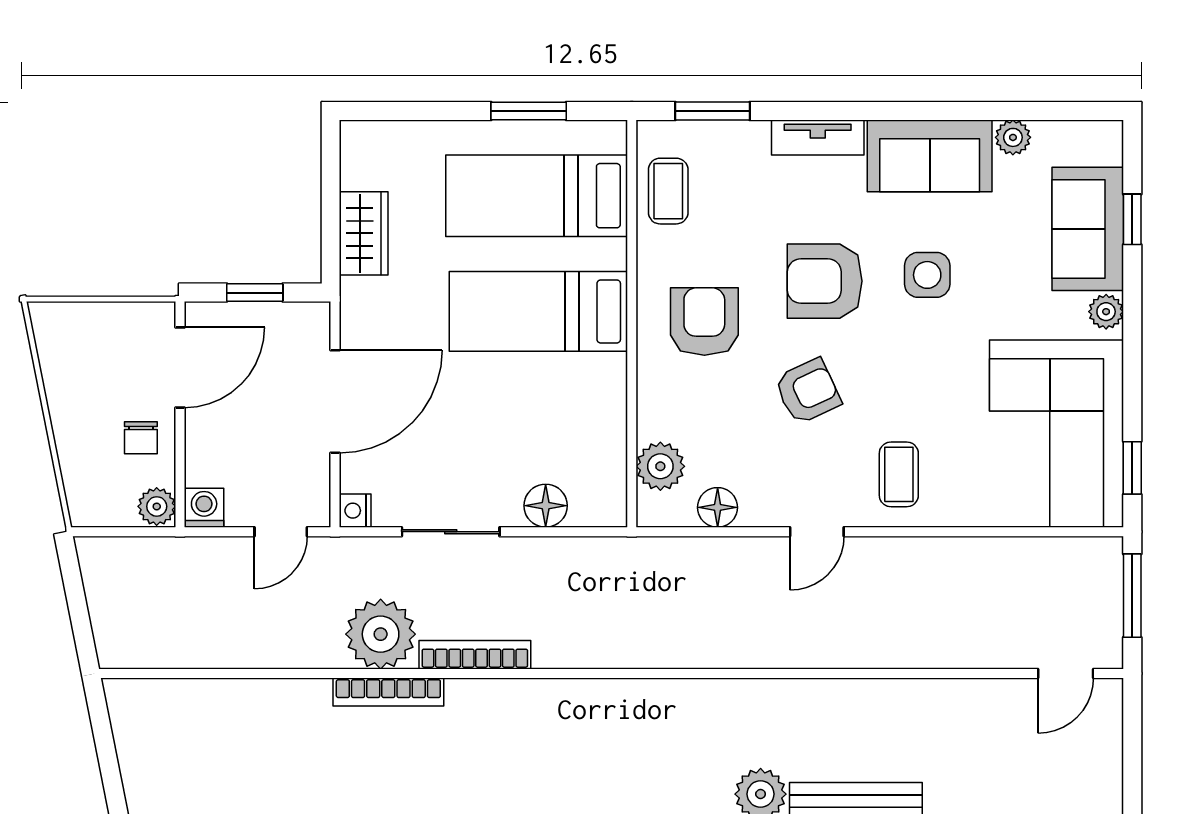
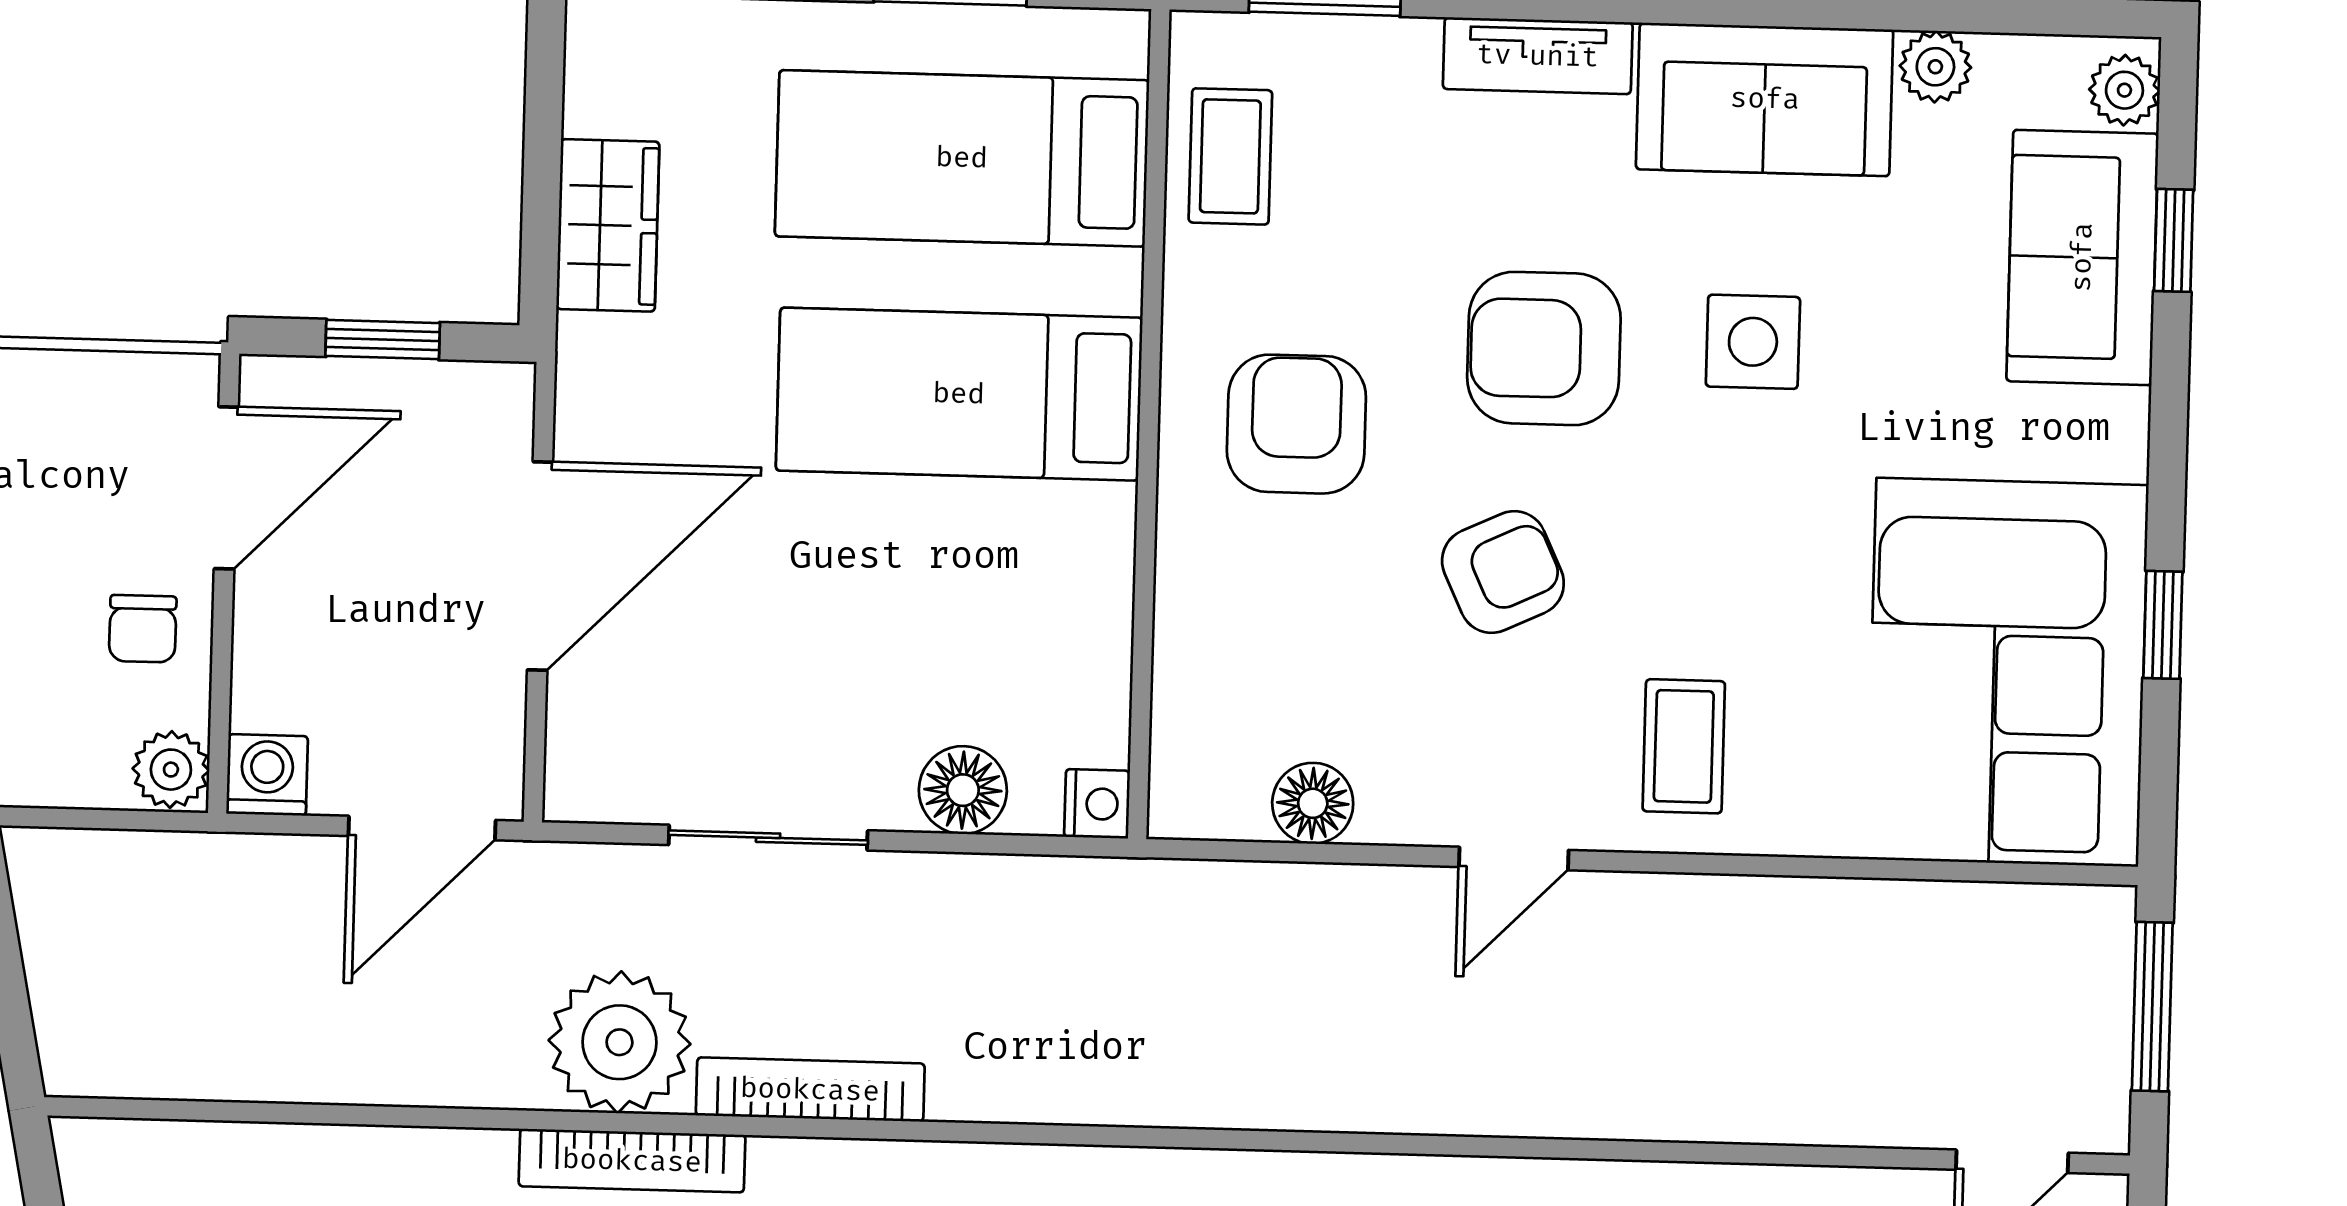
plant: (1106, 312) -> (2124, 90), moved
plant: (660, 466) -> (1199, 716), removed
window: (1132, 468) -> (2163, 625), moved
nightstand: (355, 511) -> (1097, 804), moved, turned 180
door: (281, 532) -> (422, 828), width x1.38

